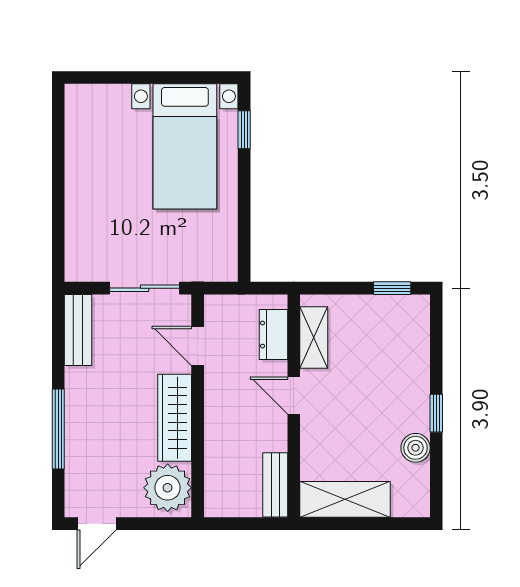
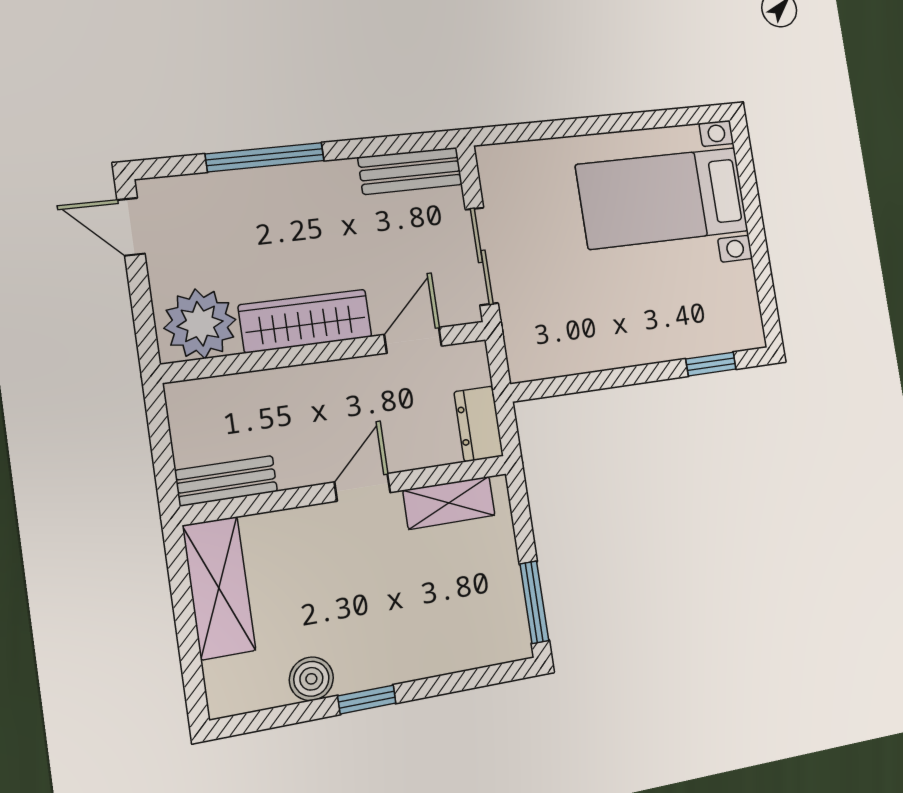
bed with nightstands: (185, 146) -> (663, 198), moved
window: (392, 288) -> (534, 602), width x1.50
dresser: (273, 335) -> (479, 424), moved, turned -90

